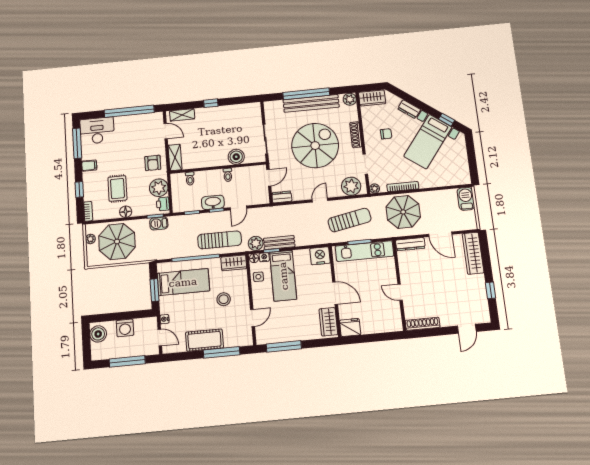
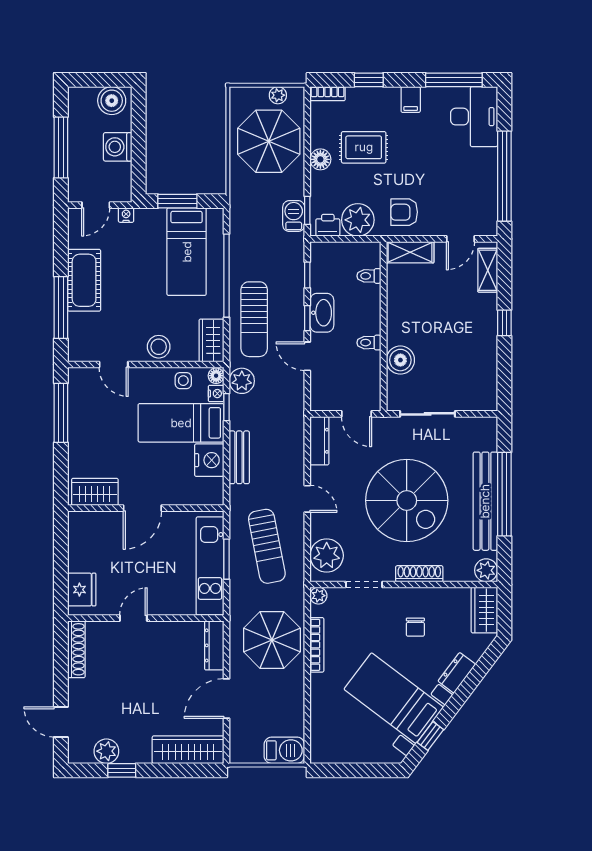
dresser: (282, 197) -> (319, 441), width x1.44
bench: (279, 243) -> (239, 457), moved
nightstand: (320, 256) -> (209, 460), moved
stool: (224, 299) -> (159, 347), moved
plant: (481, 300) -> (106, 751), added
fridge: (350, 328) -> (82, 590), moved

